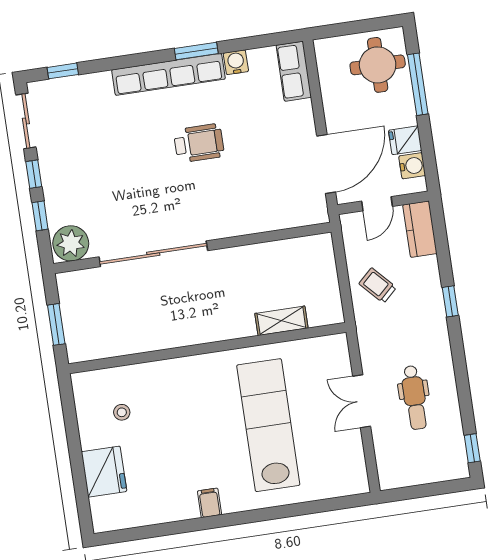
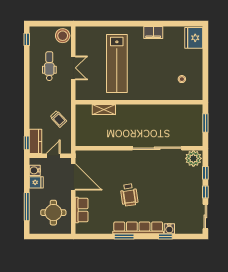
water cooler: (236, 62) -> (169, 229), moved
round table: (378, 65) -> (53, 213), moved
window: (63, 71) -> (165, 236), moved
row of seats: (294, 71) -> (82, 210), moved
wheelchair: (199, 143) -> (129, 195), turned -98
door: (326, 164) -> (73, 177), swing flipped
window: (450, 301) -> (27, 143), moved
stool: (395, 468) -> (63, 36), added
fridge: (104, 472) -> (194, 38), moved
filing cabinet: (209, 503) -> (153, 32), width x2.00

